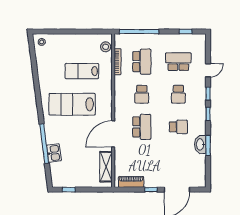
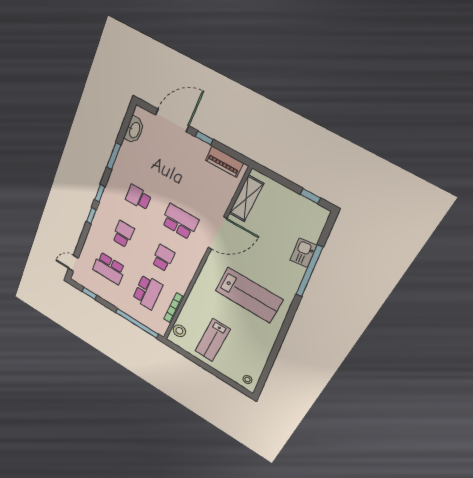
school desk: (142, 62) -> (148, 292), turned 180
door: (208, 70) -> (73, 263), moved
lab bench: (82, 71) -> (213, 340), moved, turned 90
school desk: (142, 127) -> (180, 222), turned 90
washbasin: (200, 144) -> (134, 130), moved

